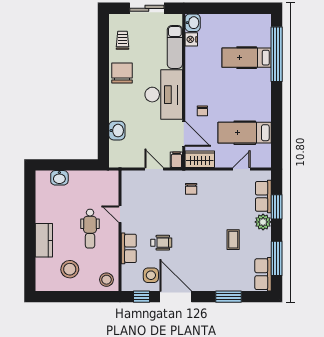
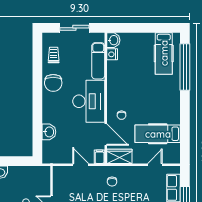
hospital bed: (247, 58) -> (164, 53), moved, turned -90
chair: (122, 73) -> (53, 83), turned 180

